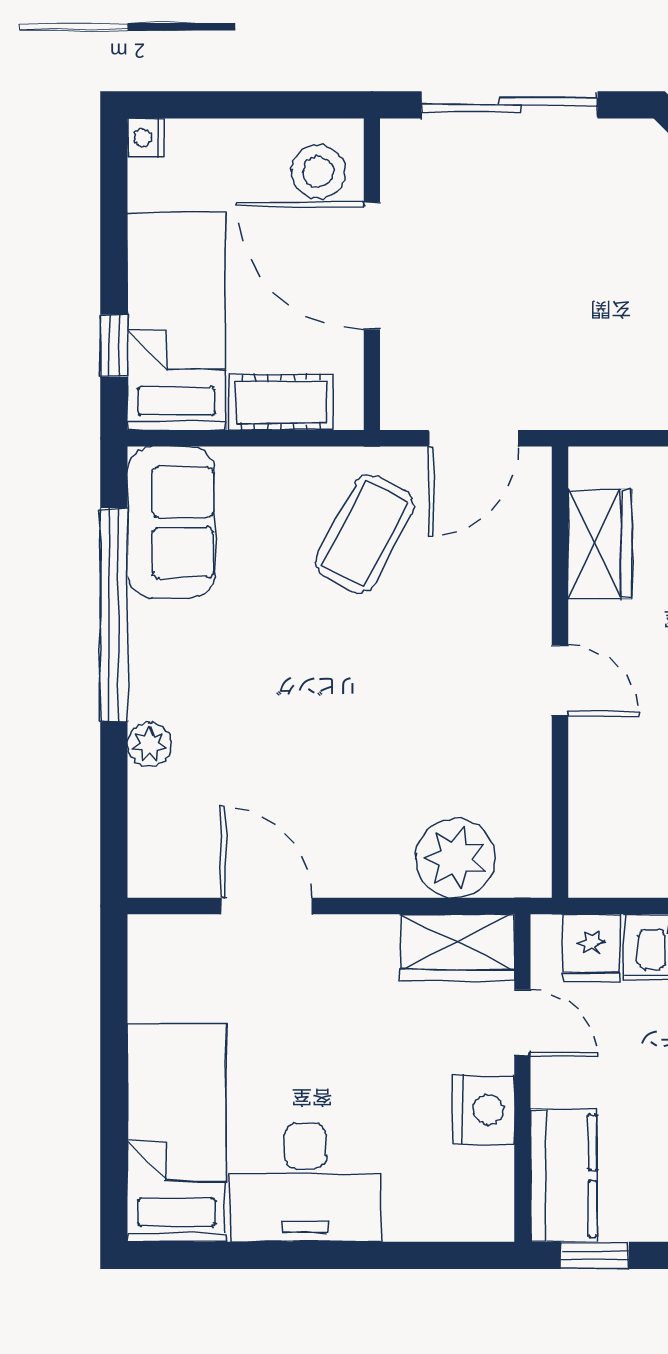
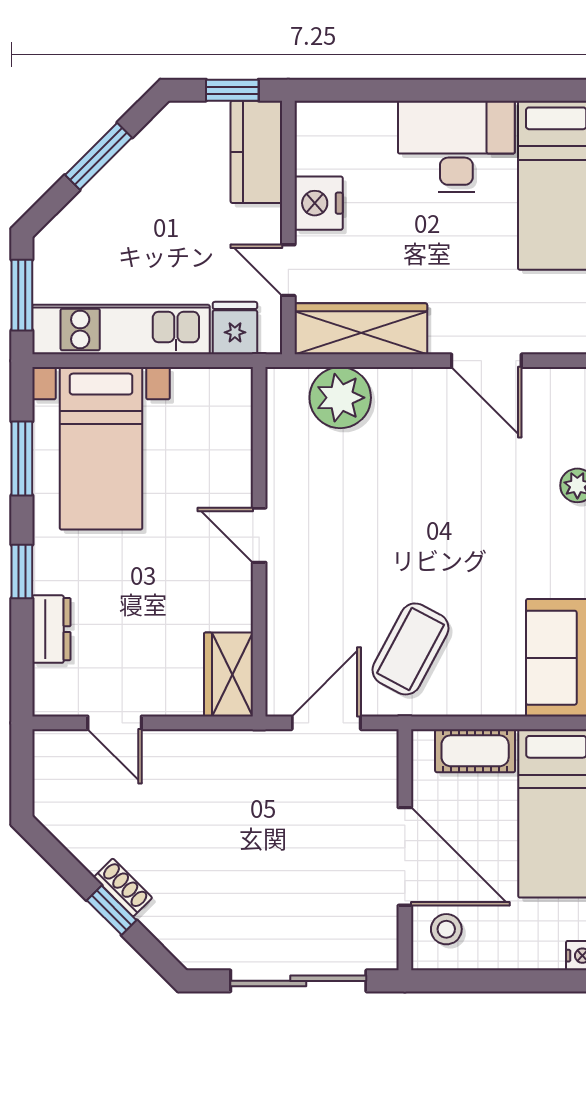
stool: (318, 172) -> (446, 929), width x0.73, depth x0.73
wardrobe: (600, 544) -> (228, 674), moved
wardrobe: (457, 947) -> (361, 329), width x1.50

